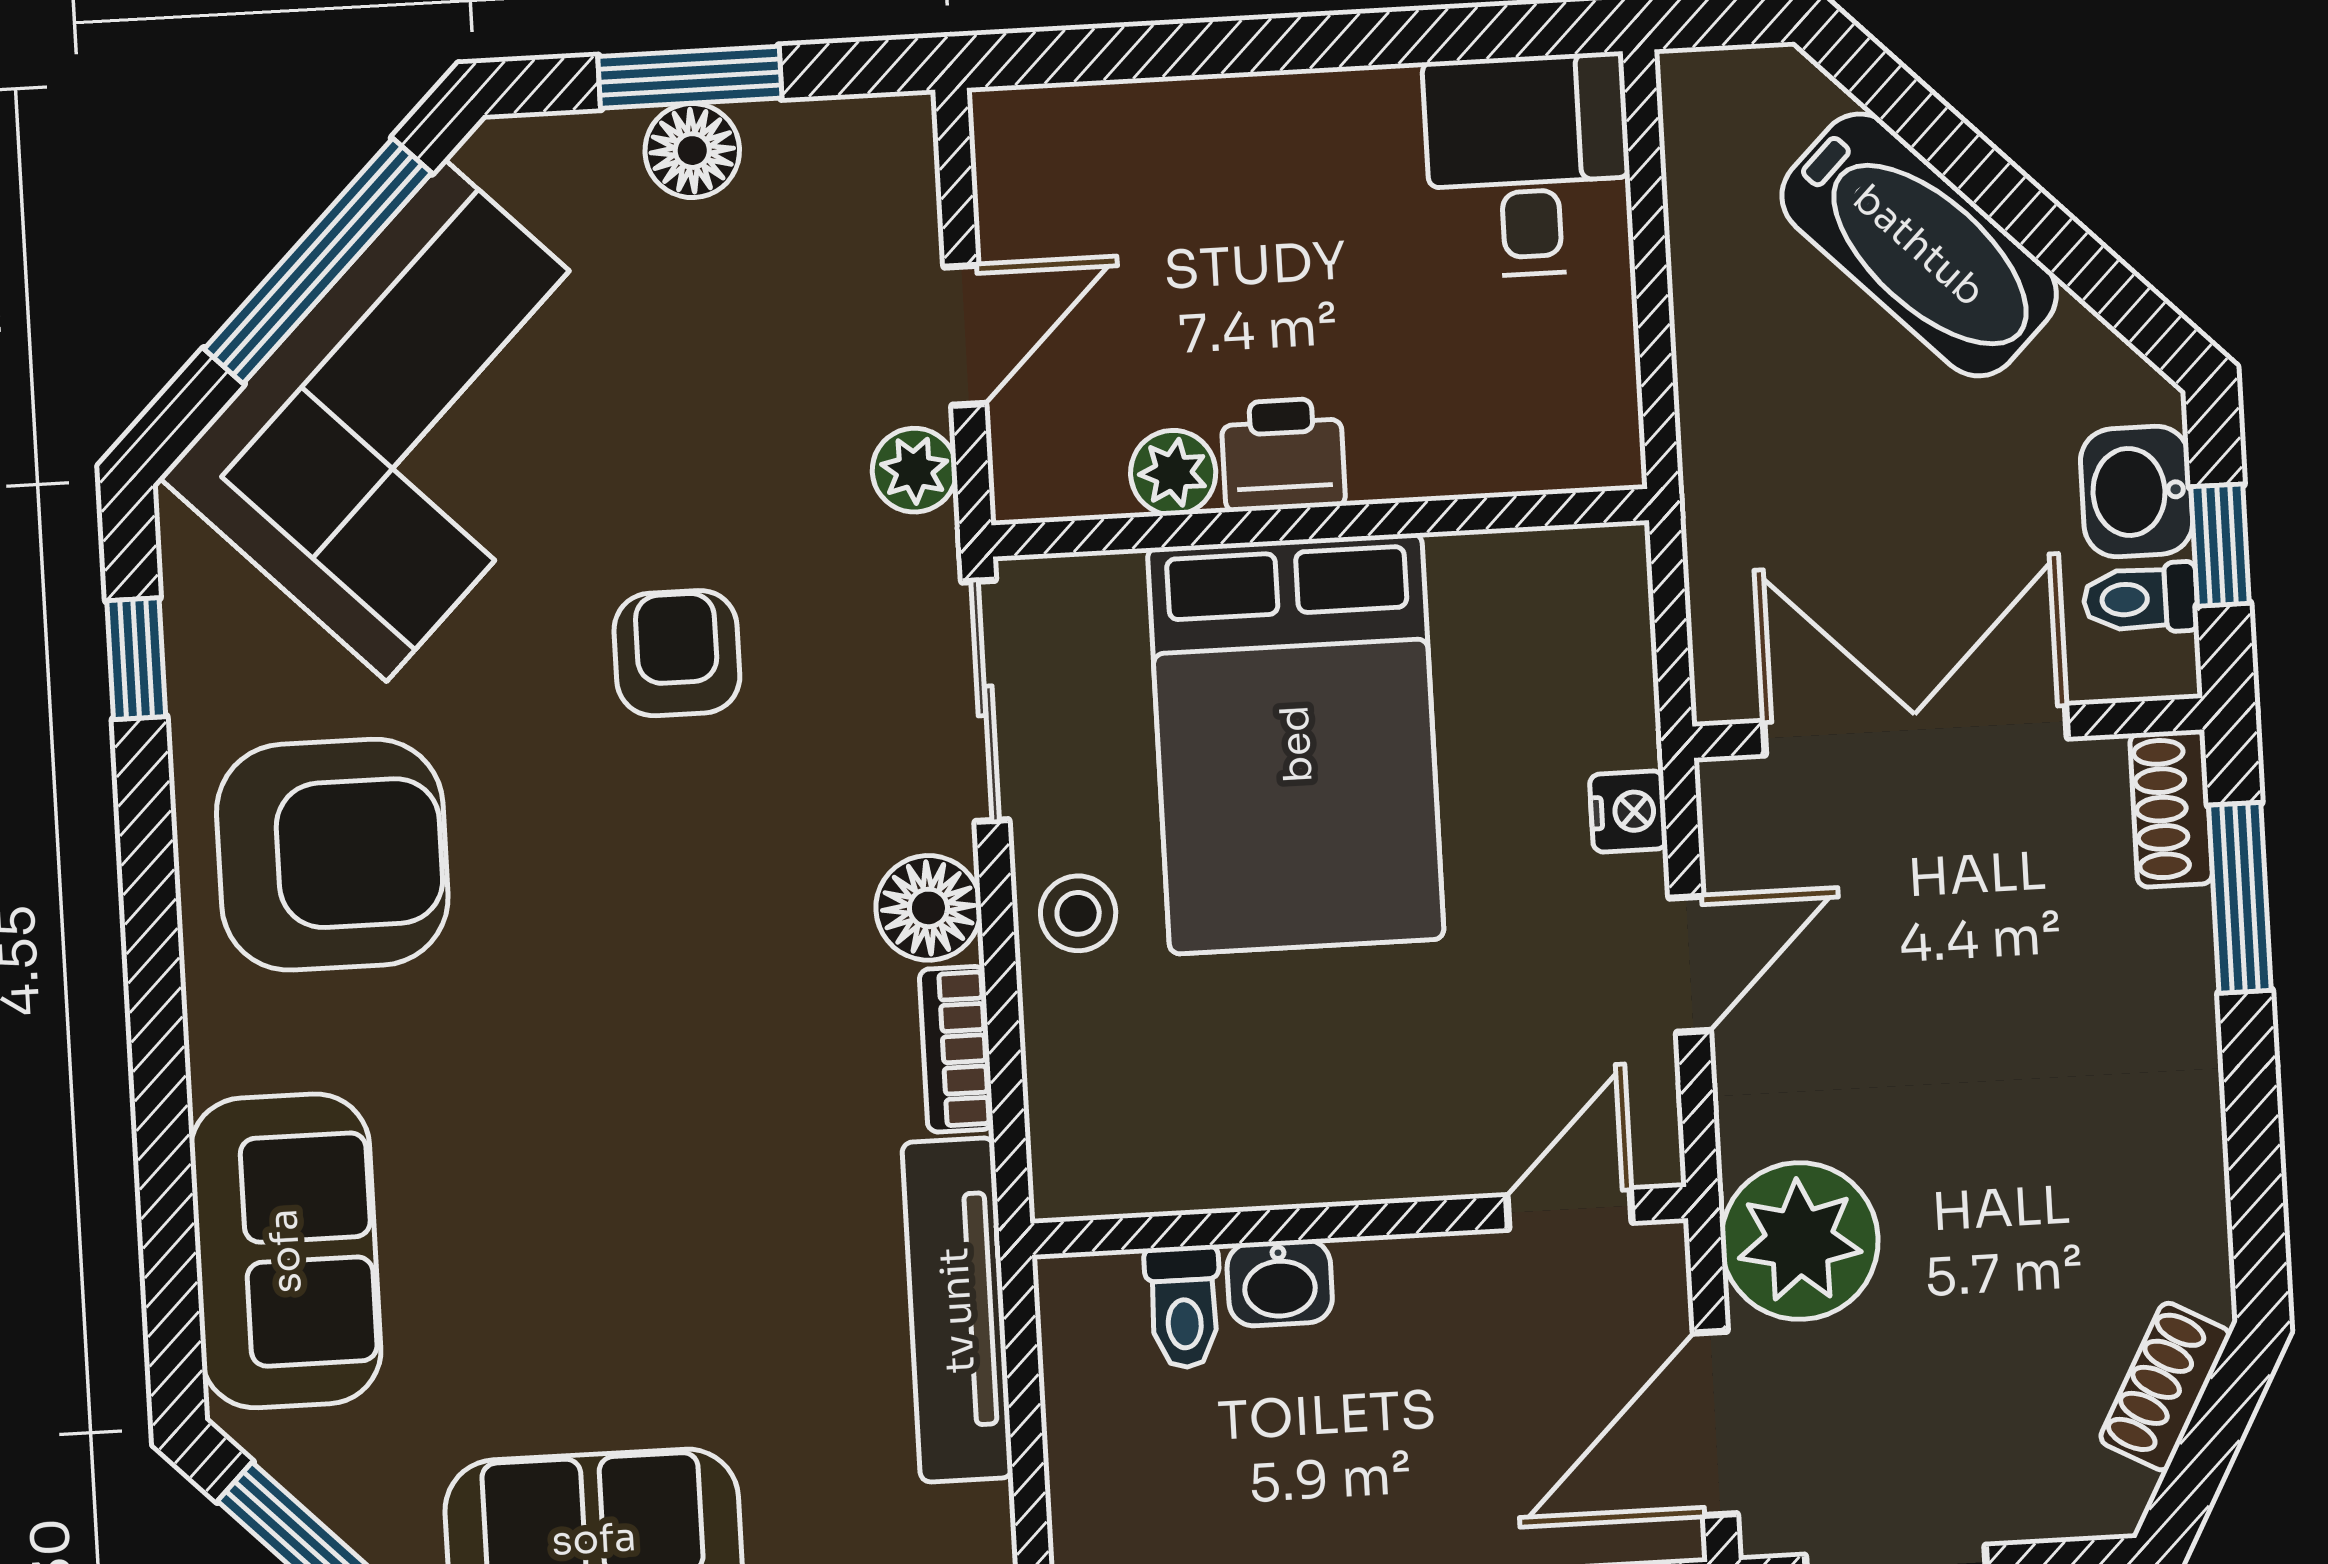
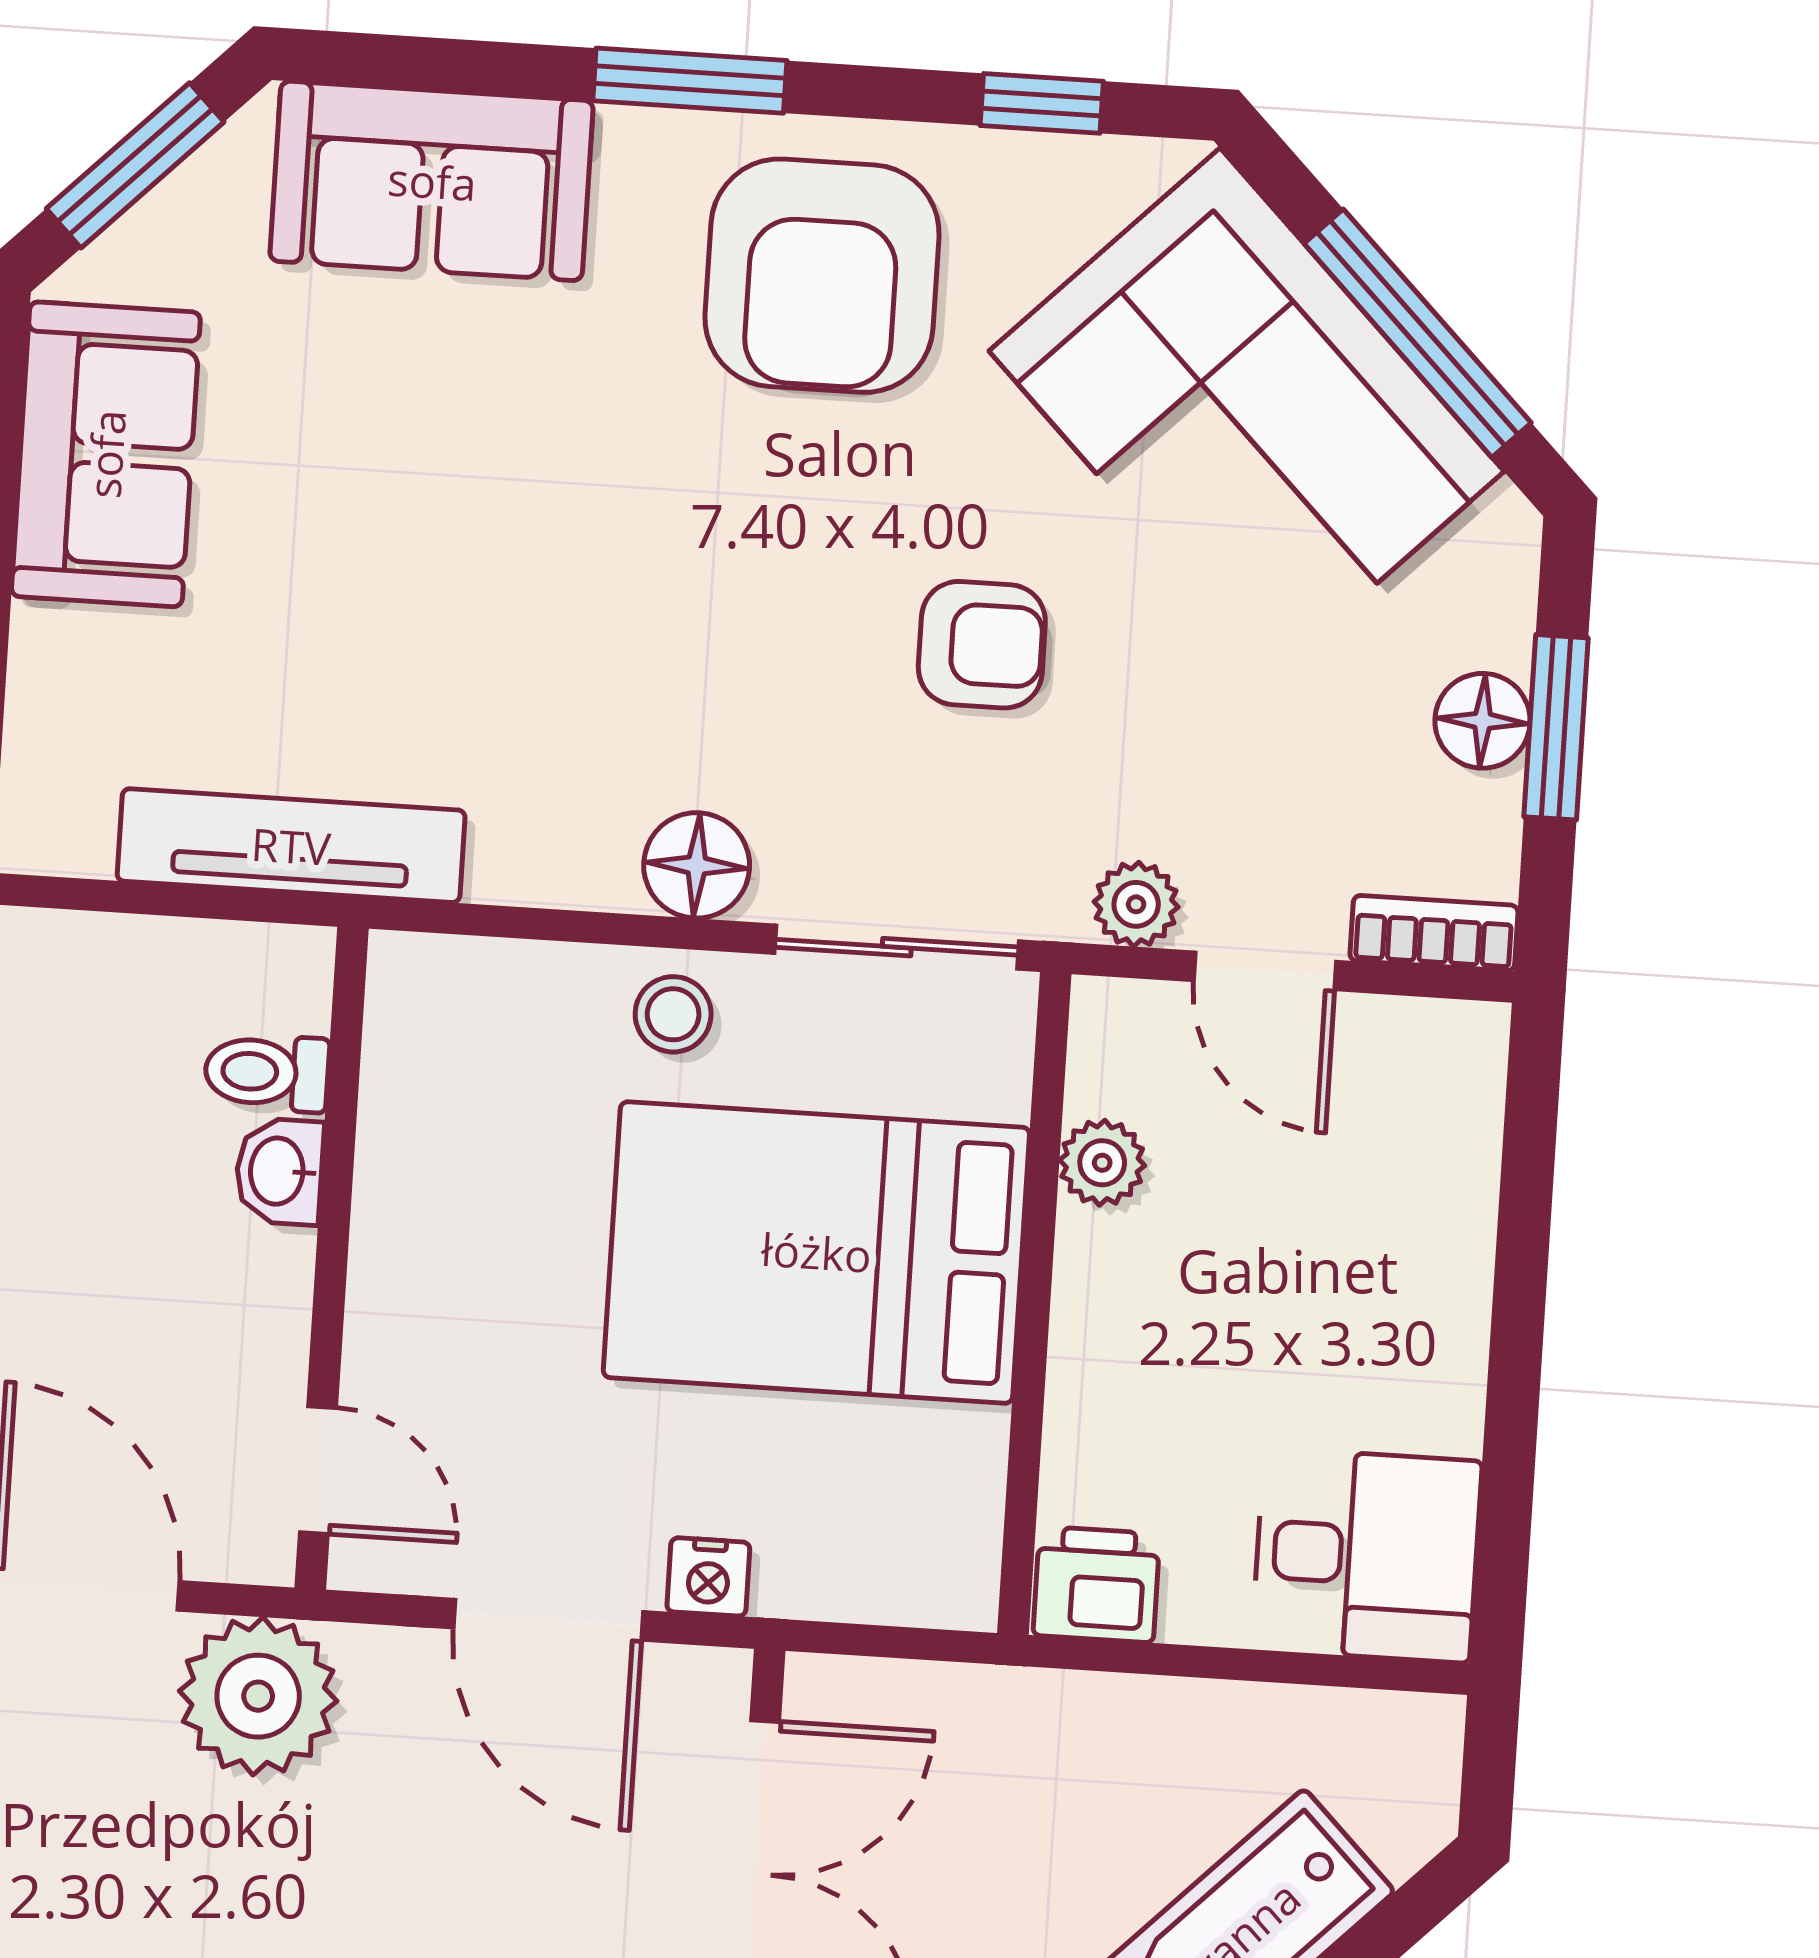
printer: (1283, 455) -> (1096, 1584), moved, turned -90
door: (1690, 964) -> (548, 1620), width x1.38
window: (156, 1008) -> (690, 81), added
bookcase: (956, 1049) -> (1434, 933), moved

